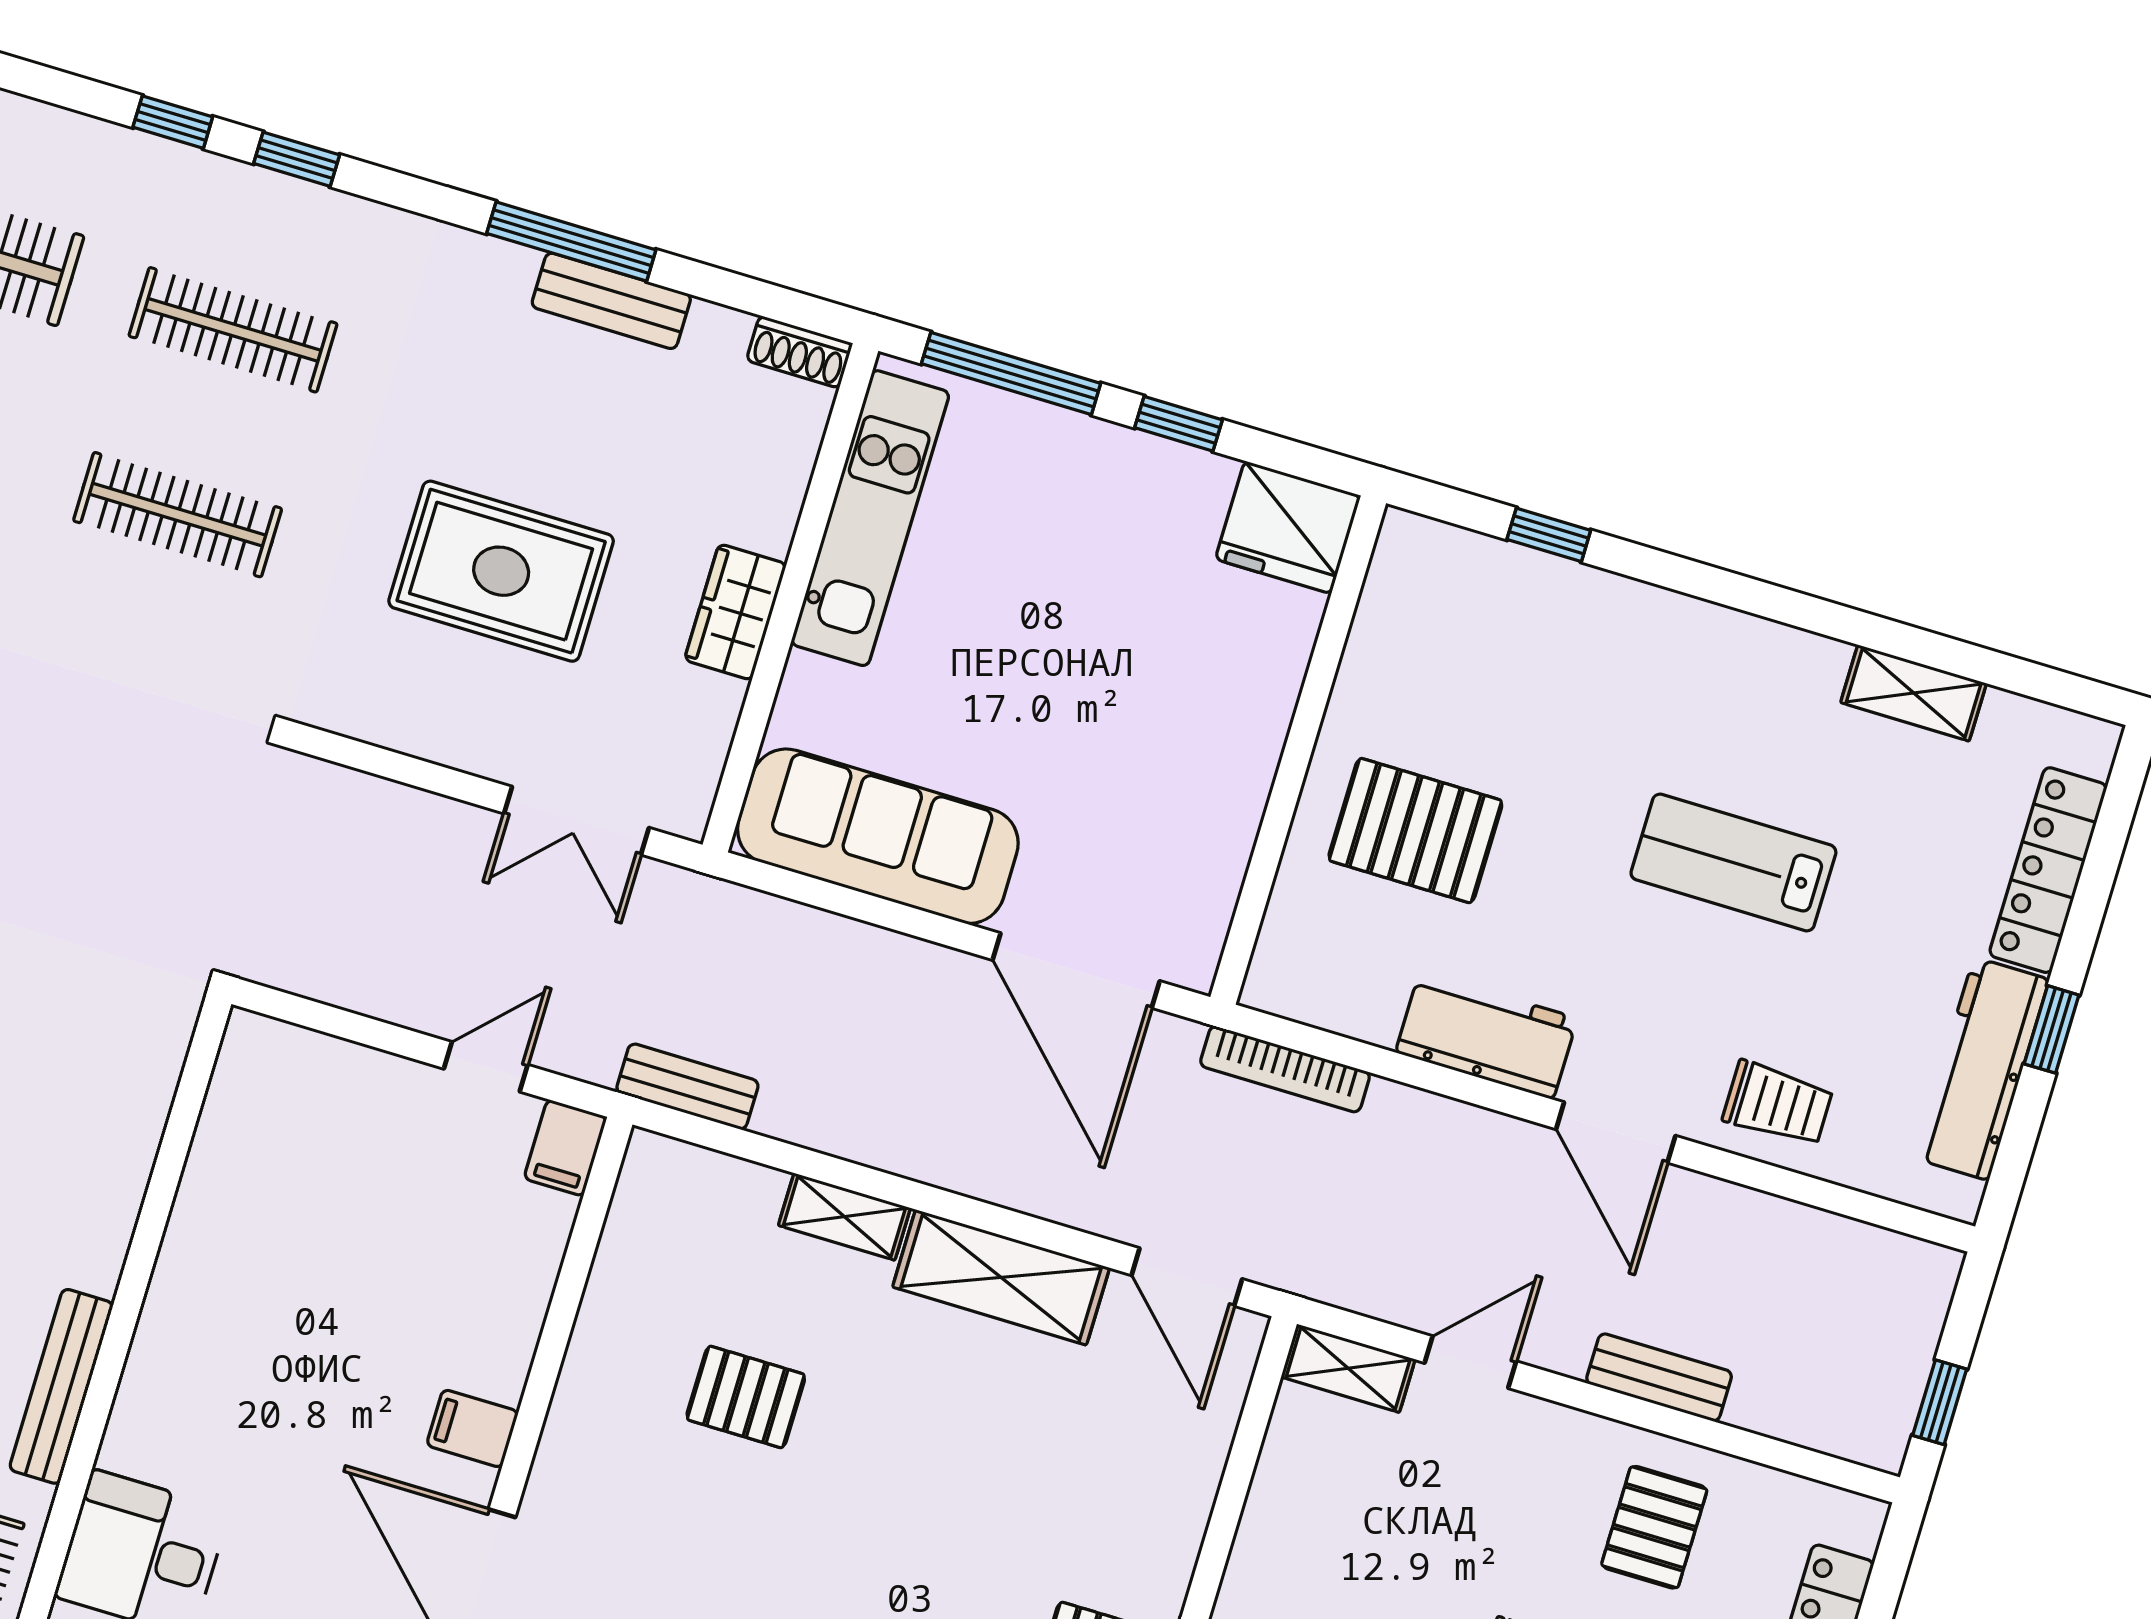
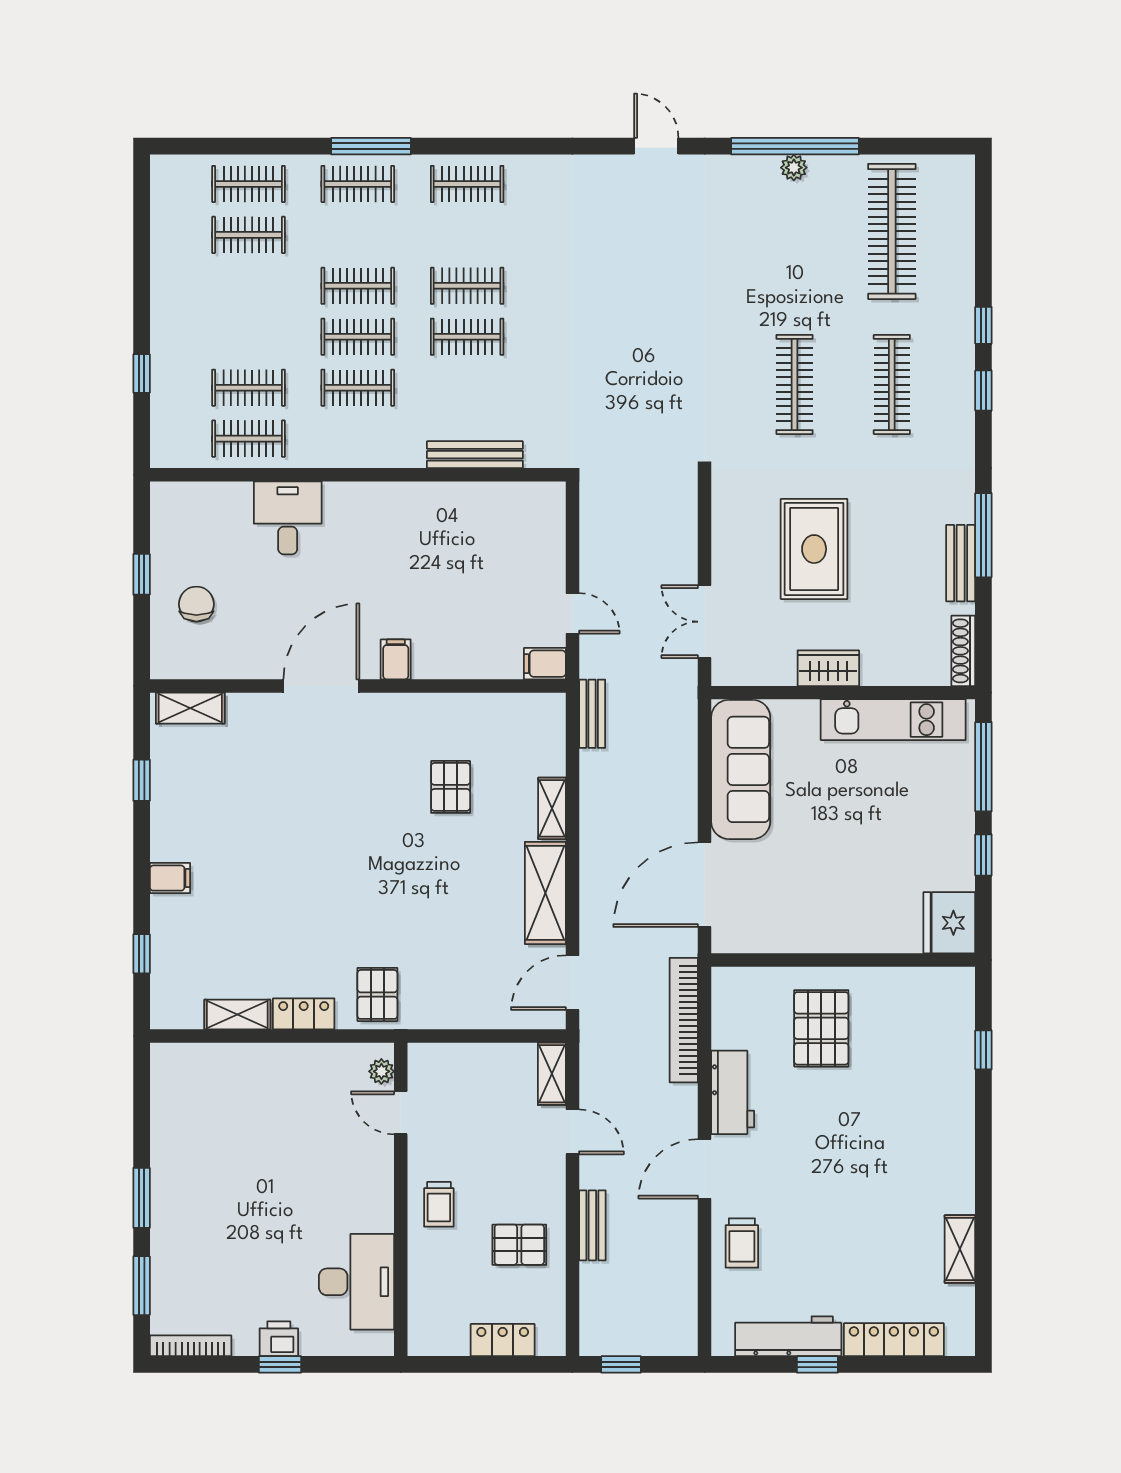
shoe rack: (800, 352) -> (963, 651), width x1.43
lab bench: (1733, 862) -> (852, 1187), removed
bookcase: (1285, 1069) -> (684, 1020), width x1.48, depth x1.31
bench: (61, 1386) -> (475, 455), moved

